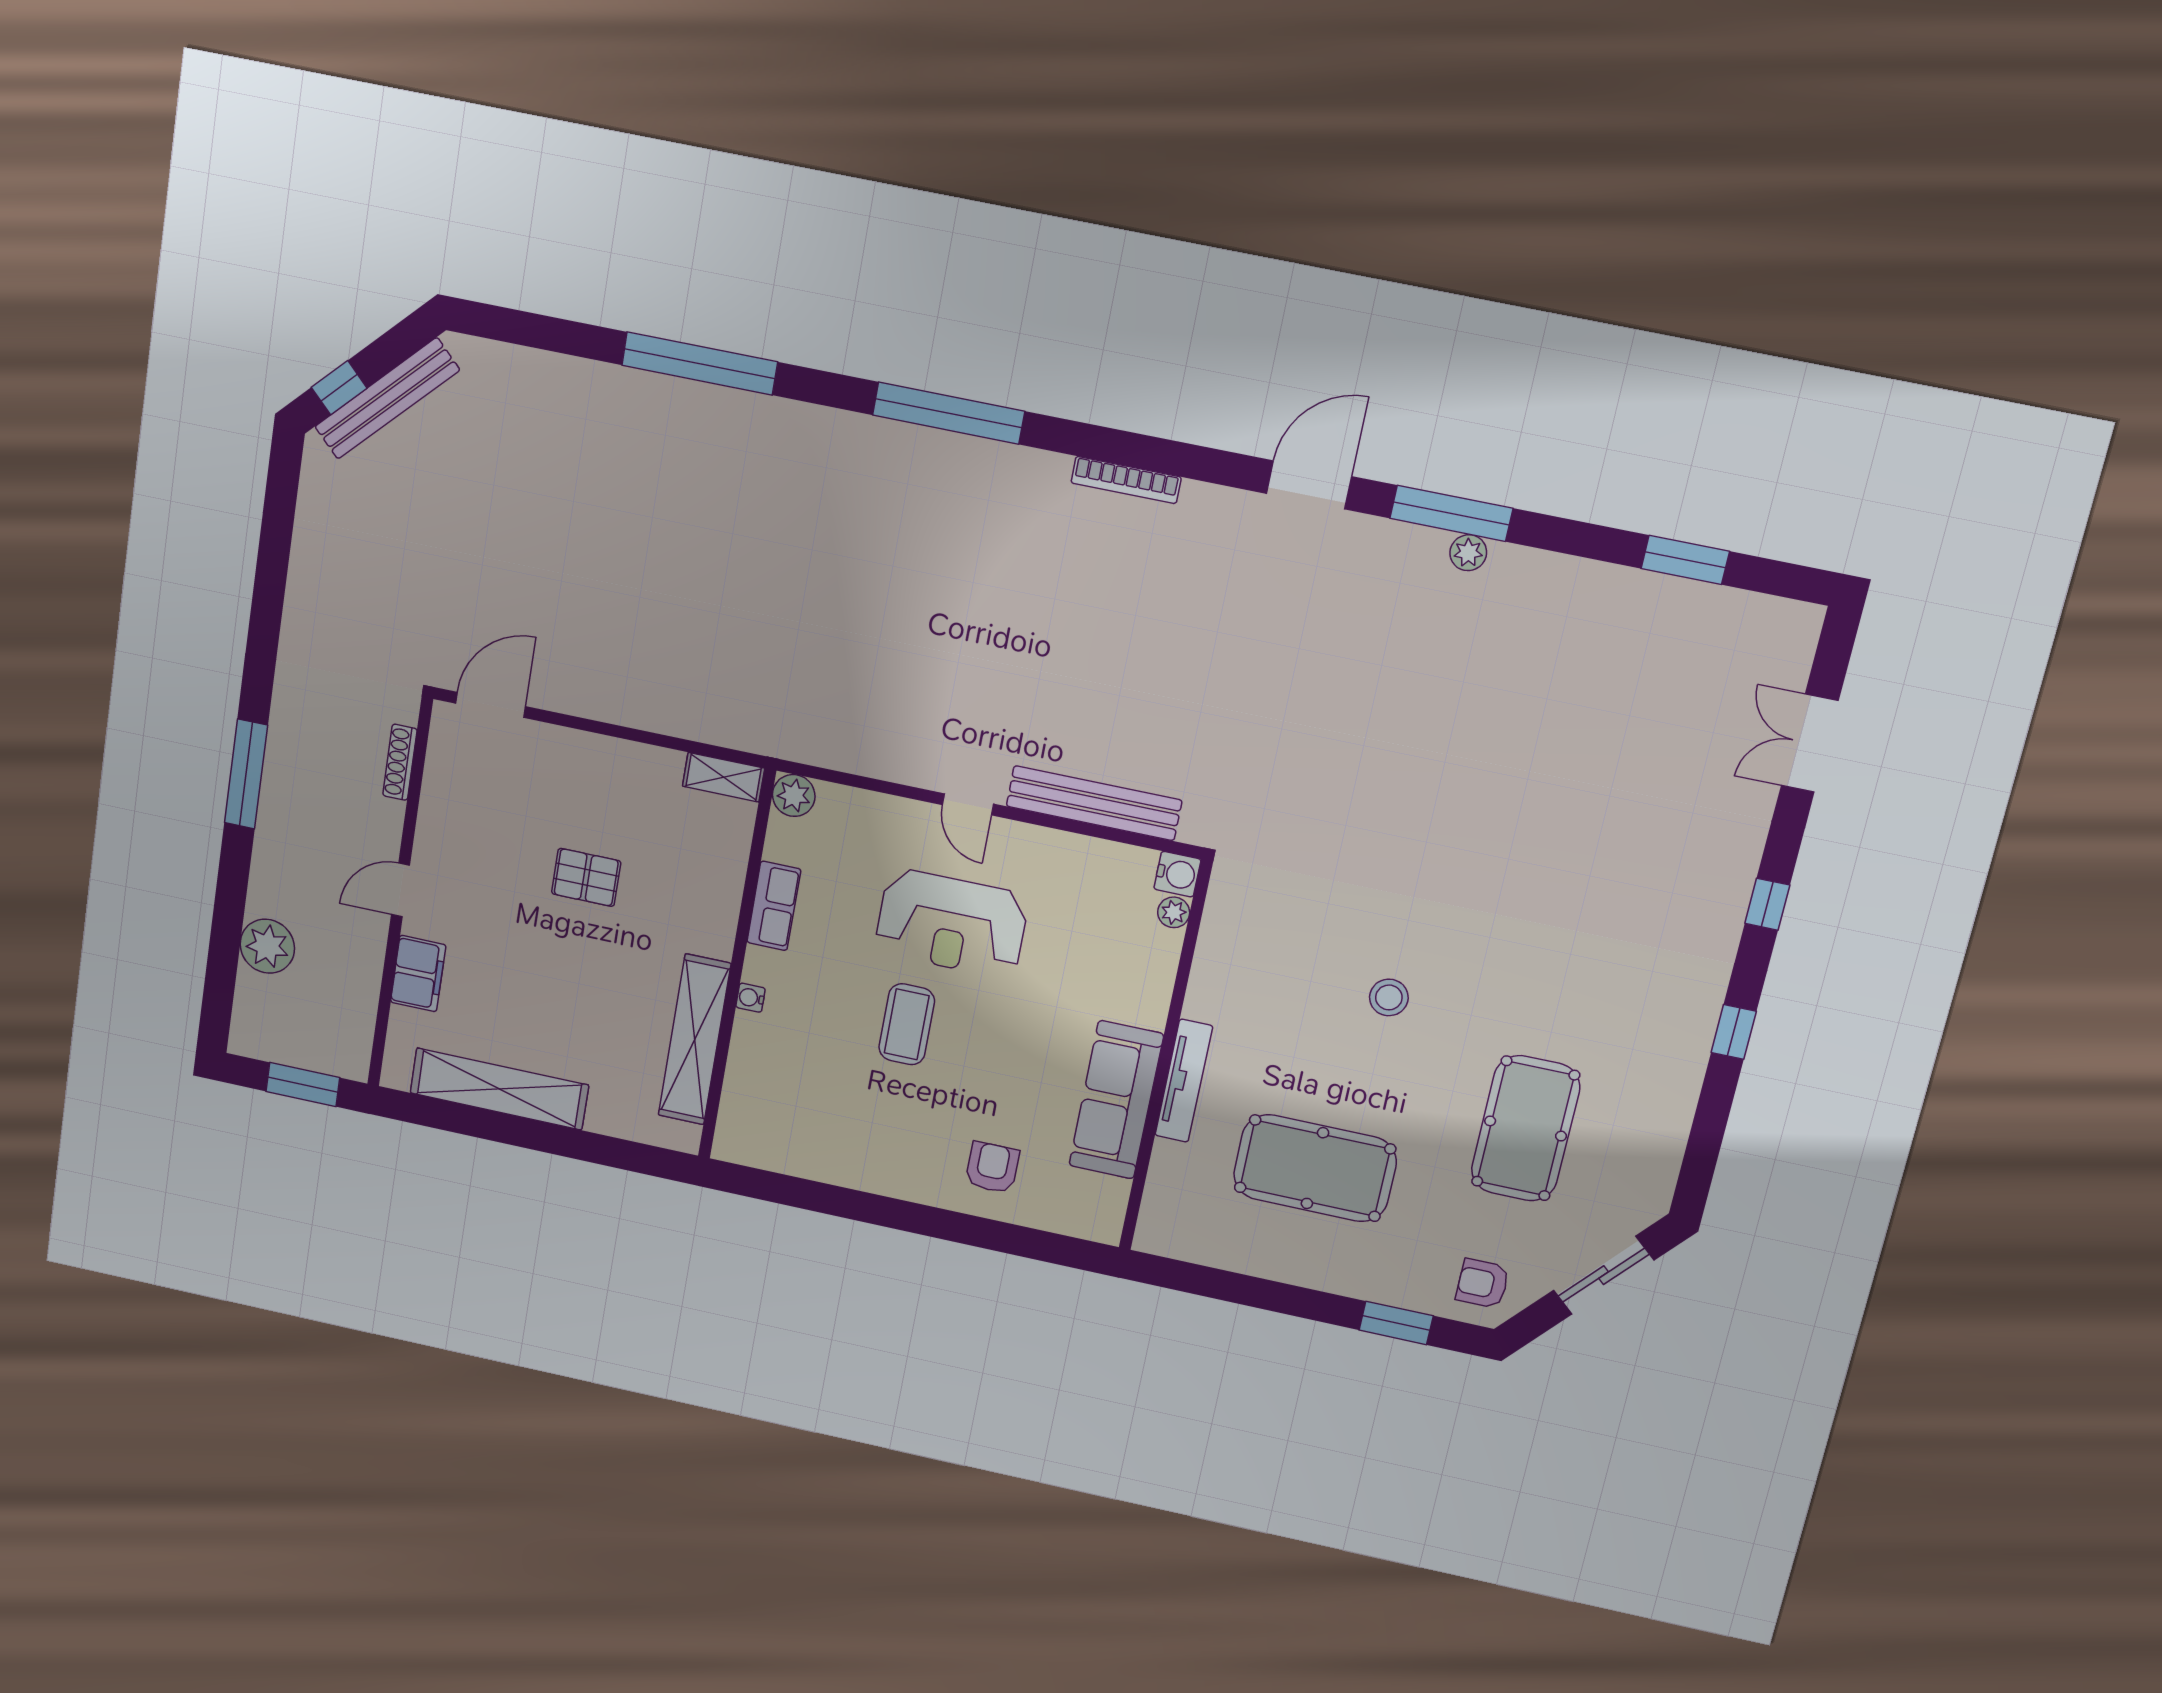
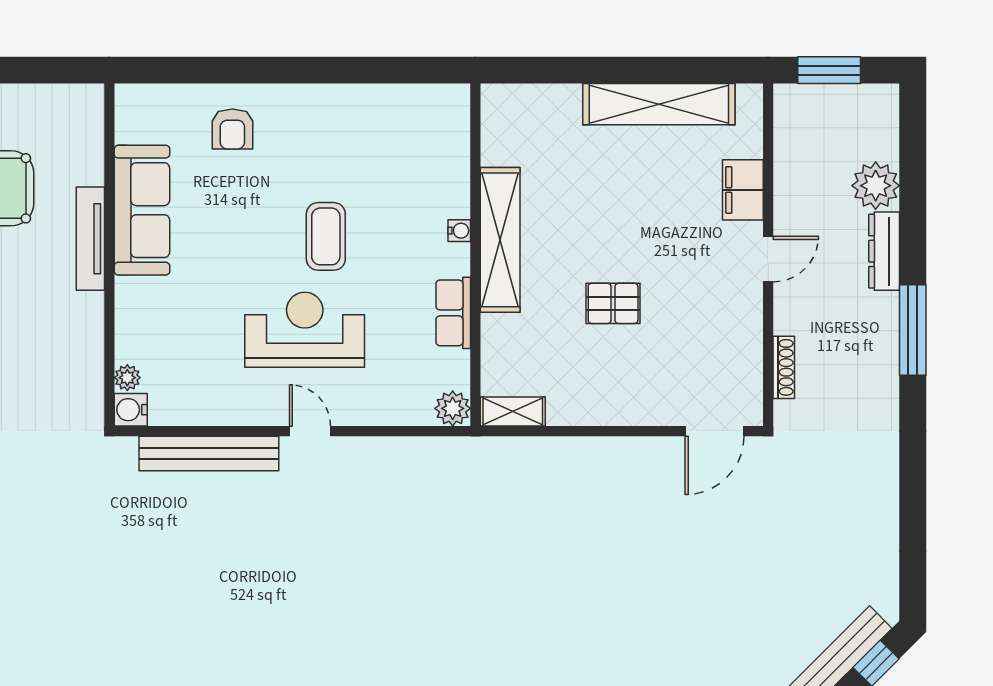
dresser: (267, 871) -> (884, 251), added
shelving: (695, 1040) -> (500, 240), moved

